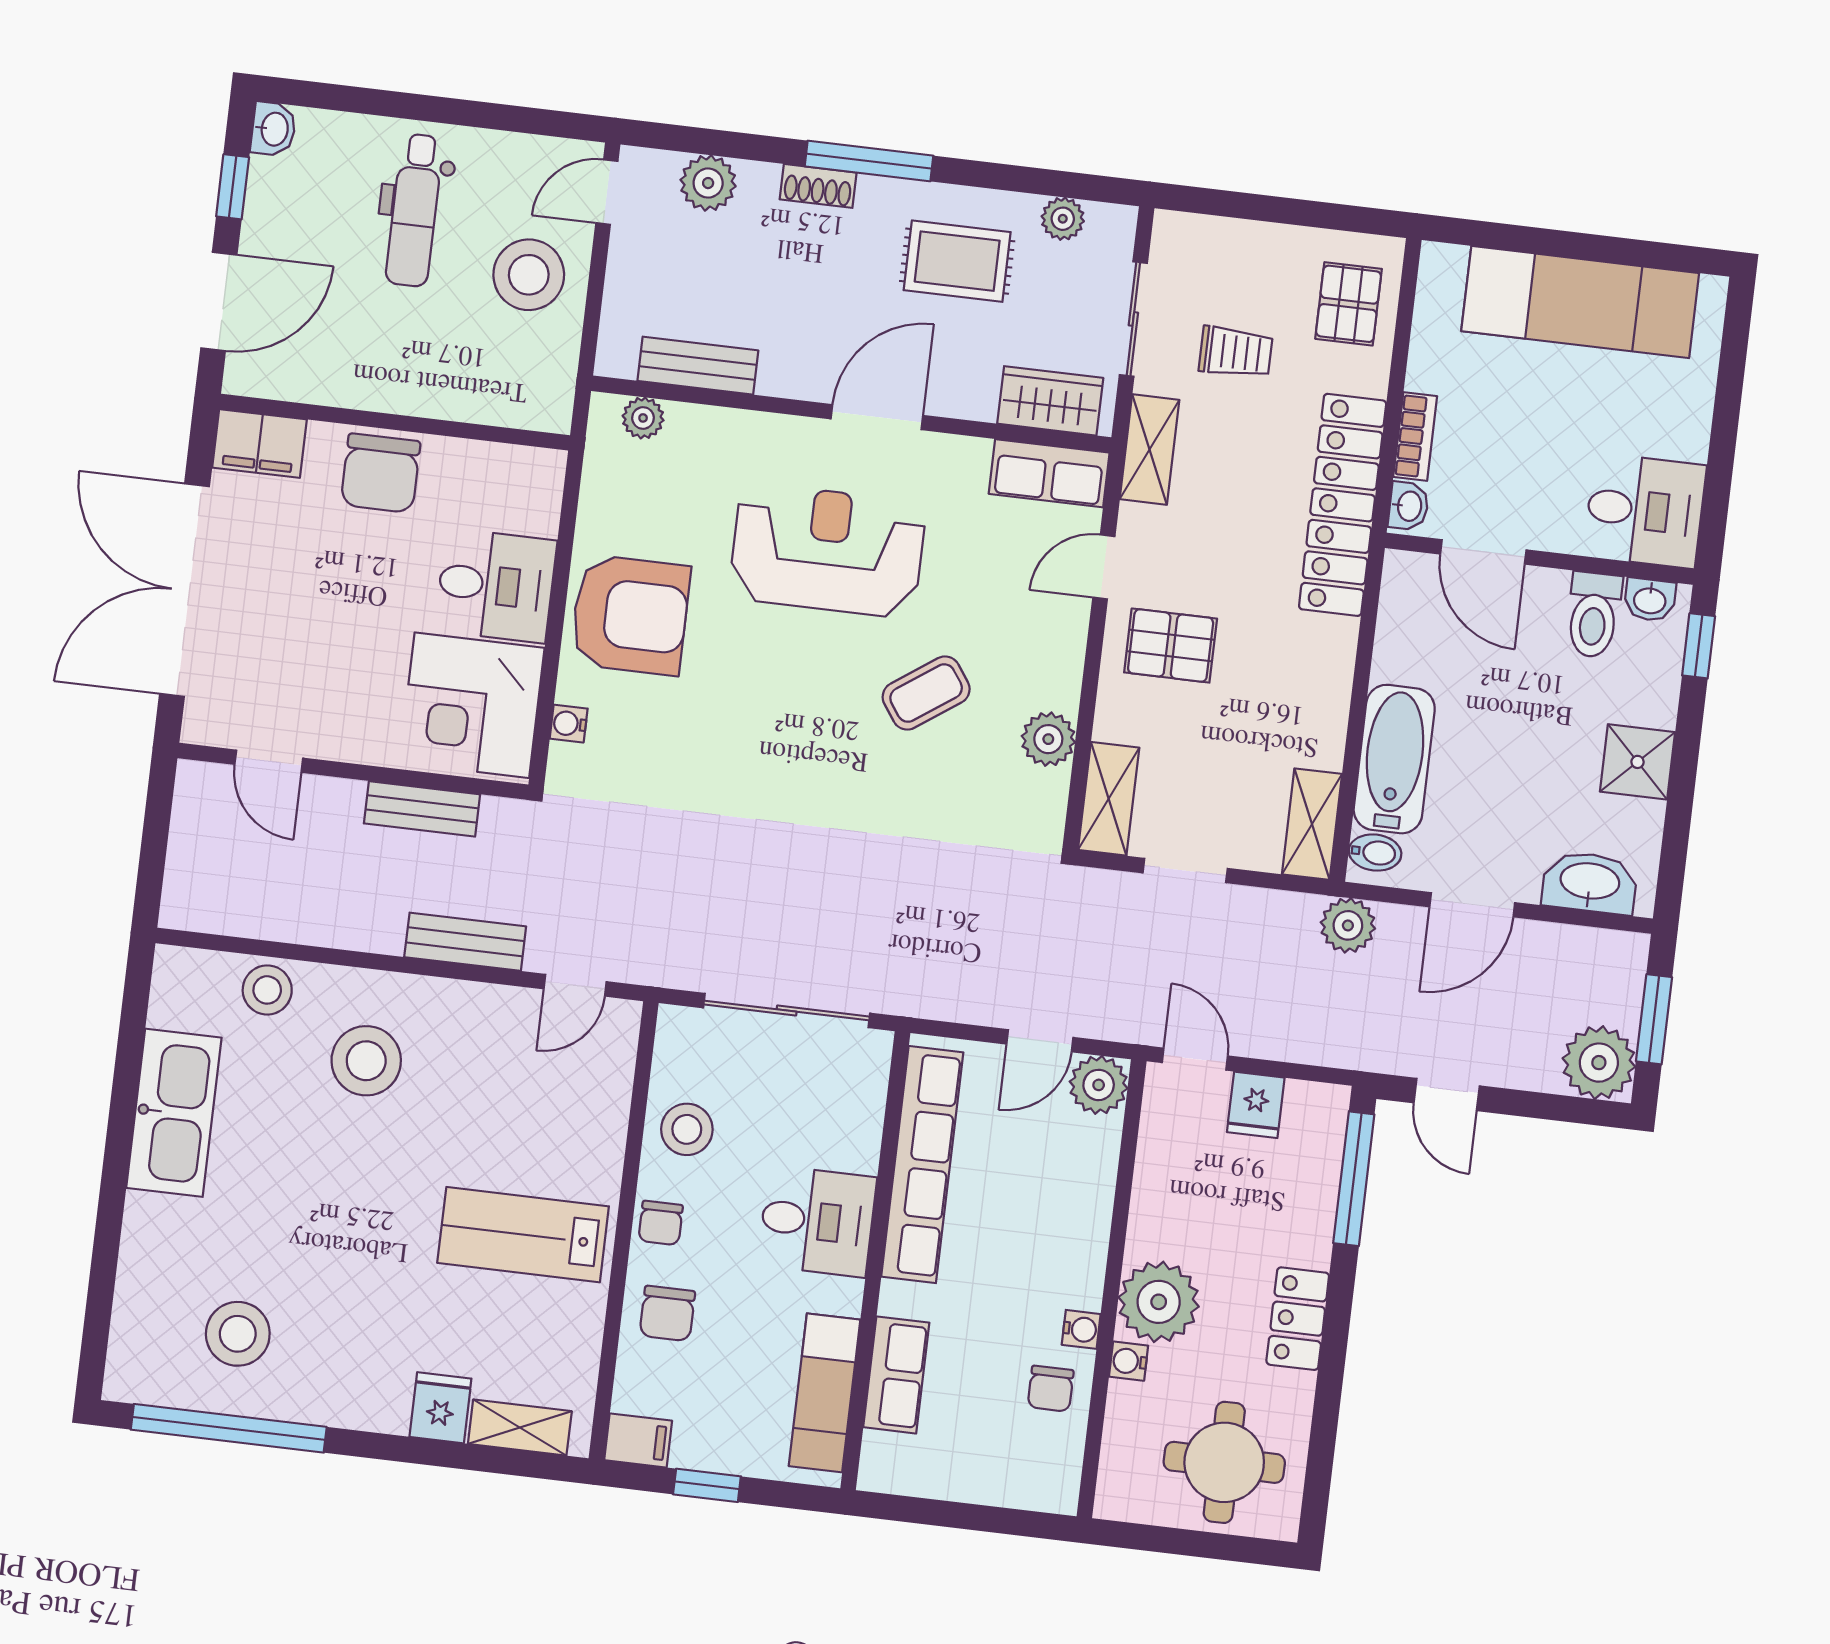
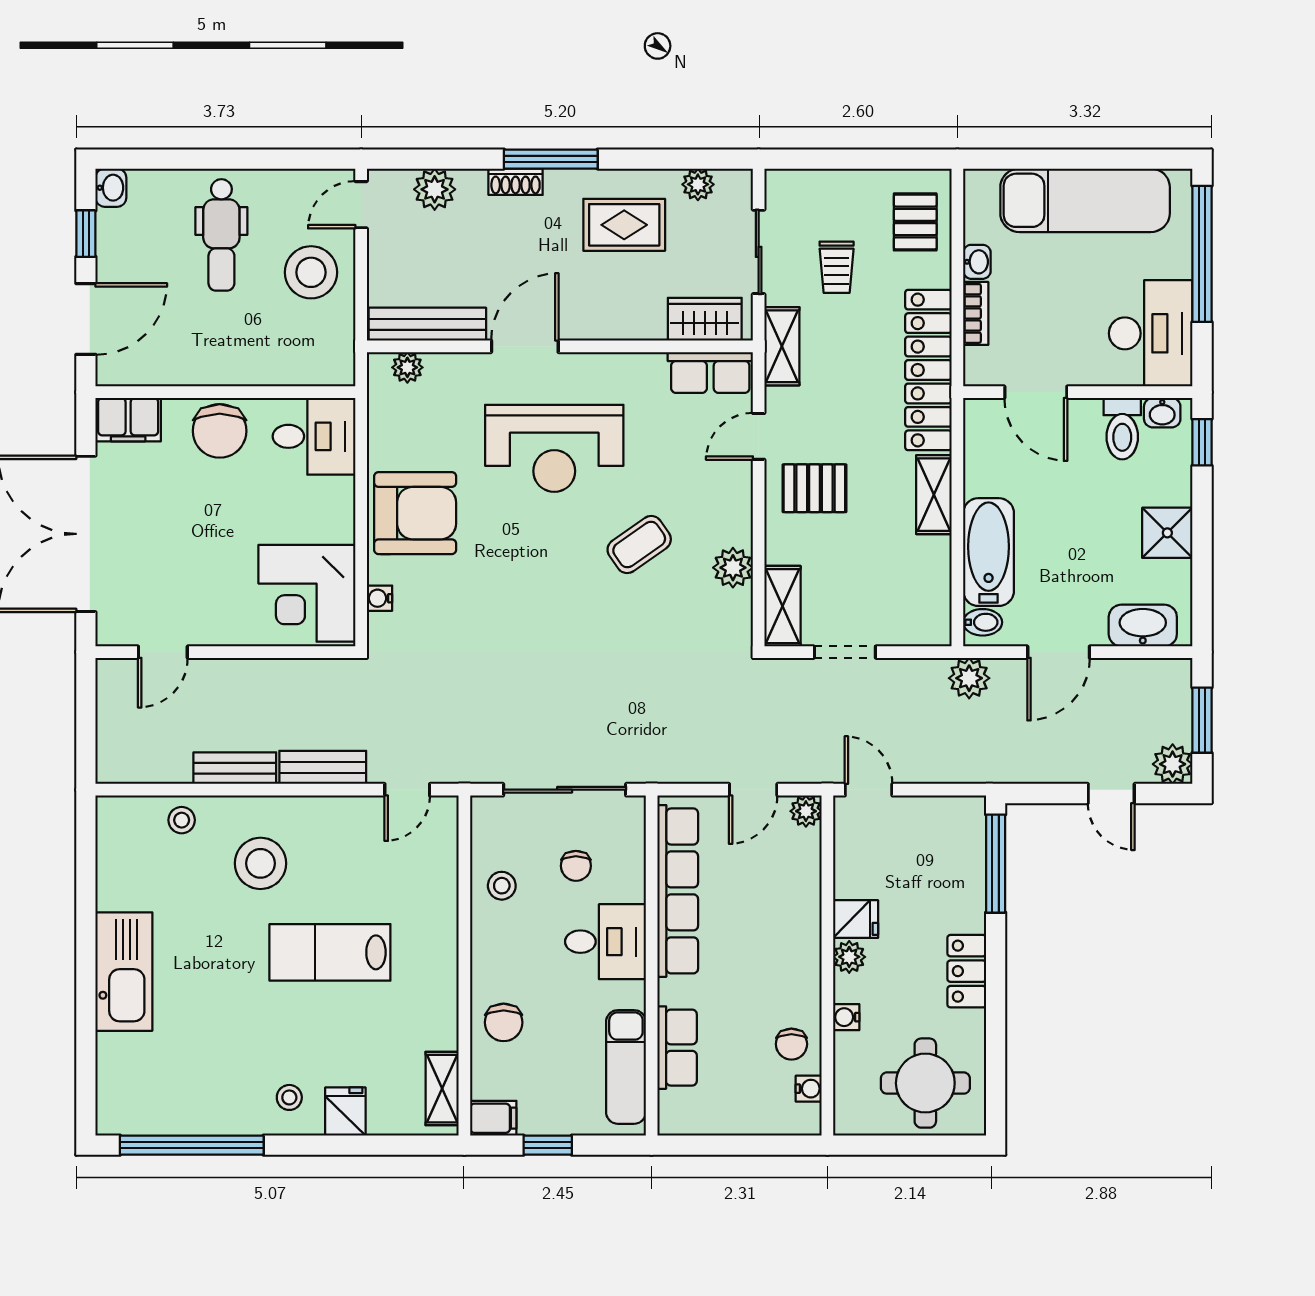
trolley: (1236, 352) -> (837, 267), turned 90
bench: (698, 366) -> (427, 324), width x1.36
window: (1729, 393) -> (1202, 254), added
door: (877, 417) -> (525, 346), moved
washbasin: (1409, 506) -> (977, 262), moved
desk: (1645, 511) -> (1151, 333), width x1.37
reception desk: (827, 550) -> (554, 448), turned 180
desk: (496, 586) -> (314, 436), moved
door: (269, 761) -> (163, 652), hinge flipped
bench: (422, 809) -> (235, 768), moved
shelving: (1312, 824) -> (934, 495), moved
stool: (267, 990) -> (182, 820), width x0.73, depth x0.73
plant: (1599, 1063) -> (1173, 764), width x0.73, depth x0.73
plant: (1099, 1085) -> (806, 811), width x0.73, depth x0.73
door: (1447, 1094) -> (1111, 794), moved
fridge: (1256, 1105) -> (856, 919), moved, turned -90
kitchen sink: (174, 1113) -> (124, 972), moved
stool: (687, 1129) -> (502, 886), width x0.73, depth x0.73
chair: (661, 1223) -> (576, 866), moved
lab bench: (523, 1235) -> (330, 952), moved
plant: (1159, 1302) -> (849, 957), width x0.53, depth x0.53
water cooler: (1081, 1329) -> (809, 1089), moved
stool: (238, 1334) -> (289, 1097), moved, width x0.53, depth x0.53
shelving: (520, 1428) -> (442, 1089), moved, turned 90

